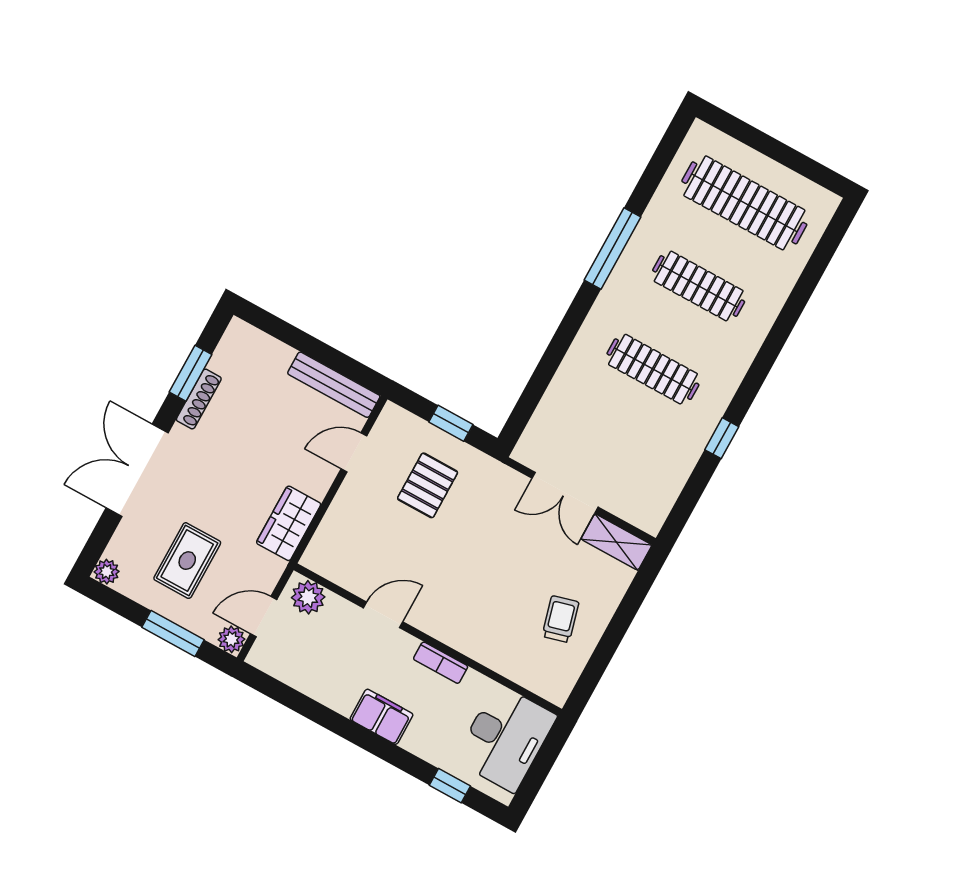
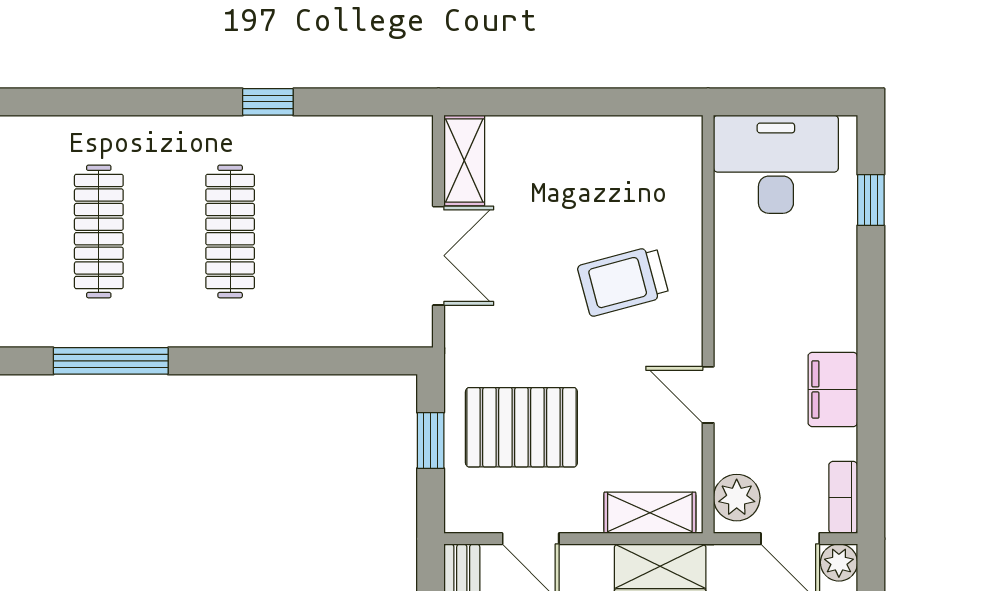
pallet: (428, 485) -> (521, 427), width x1.50, depth x1.42
shelving: (329, 537) -> (650, 513), added
trolley: (560, 619) -> (623, 281), moved, width x1.36, depth x1.39
bookcase: (441, 663) -> (843, 497), moved, turned 180
filing cabinet: (382, 717) -> (833, 389), moved

